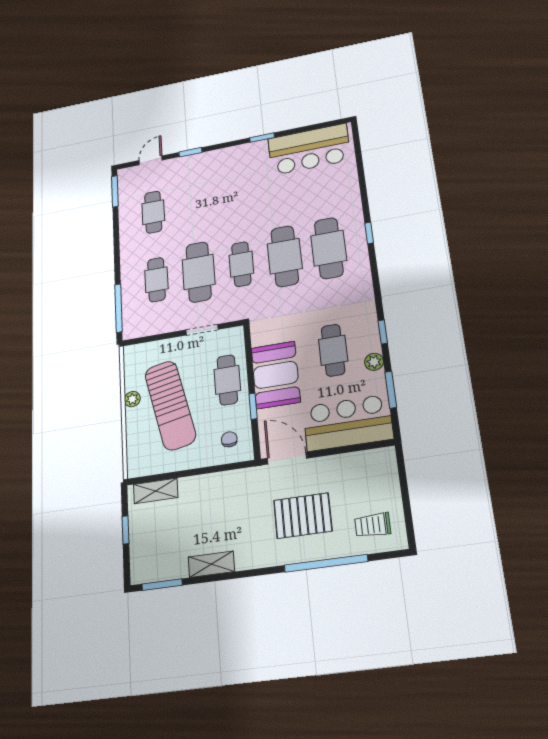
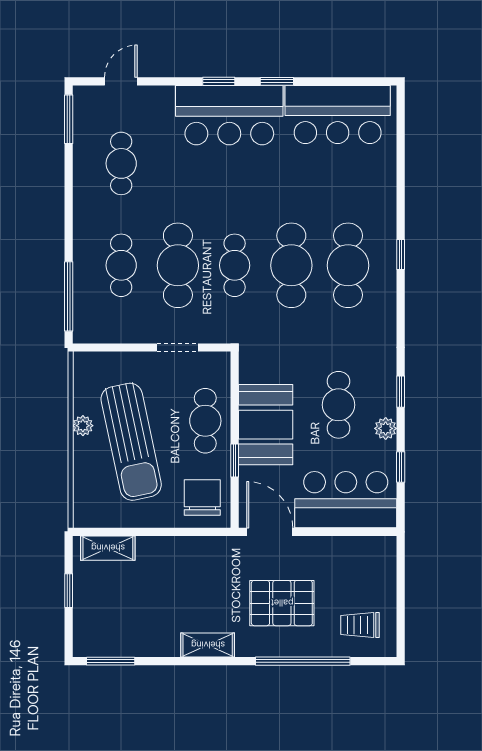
window: (190, 152) -> (219, 81), moved
bar counter: (229, 166) -> (229, 115), added
window: (391, 390) -> (401, 467), width x0.67
chair: (229, 439) -> (202, 498), width x1.87, depth x1.87
shelving: (211, 564) -> (208, 645), moved

